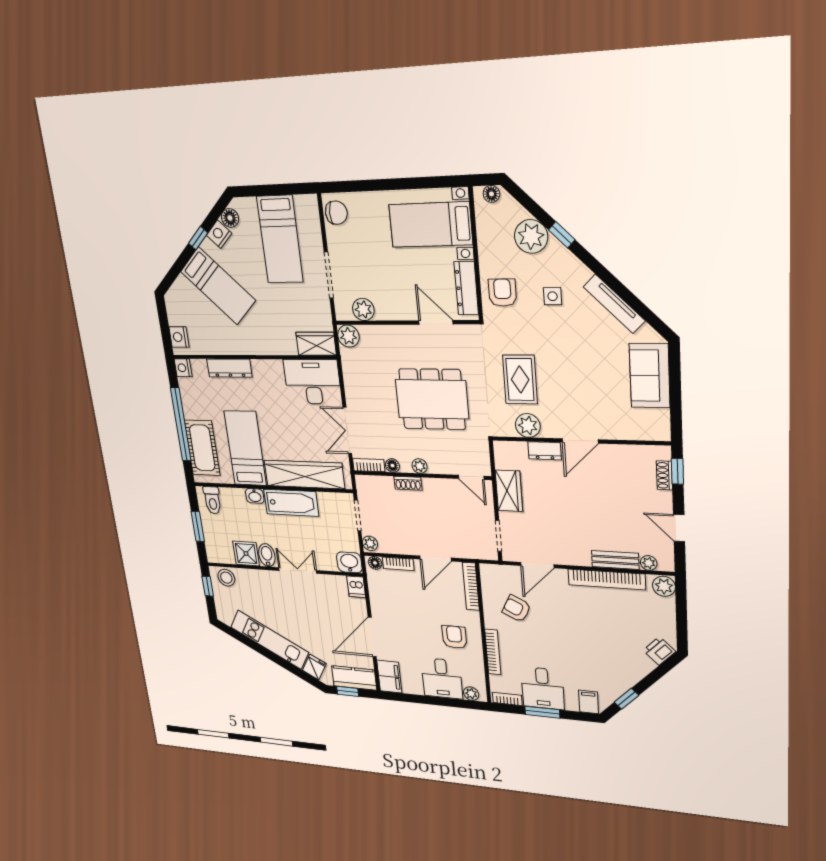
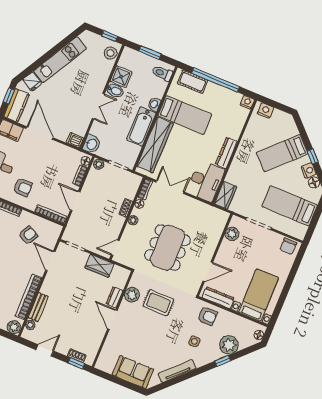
plant: (348, 336) -> (222, 217), removed
dresser: (229, 368) -> (226, 153), moved
cot: (202, 448) -> (193, 82), width x0.73, depth x0.75

